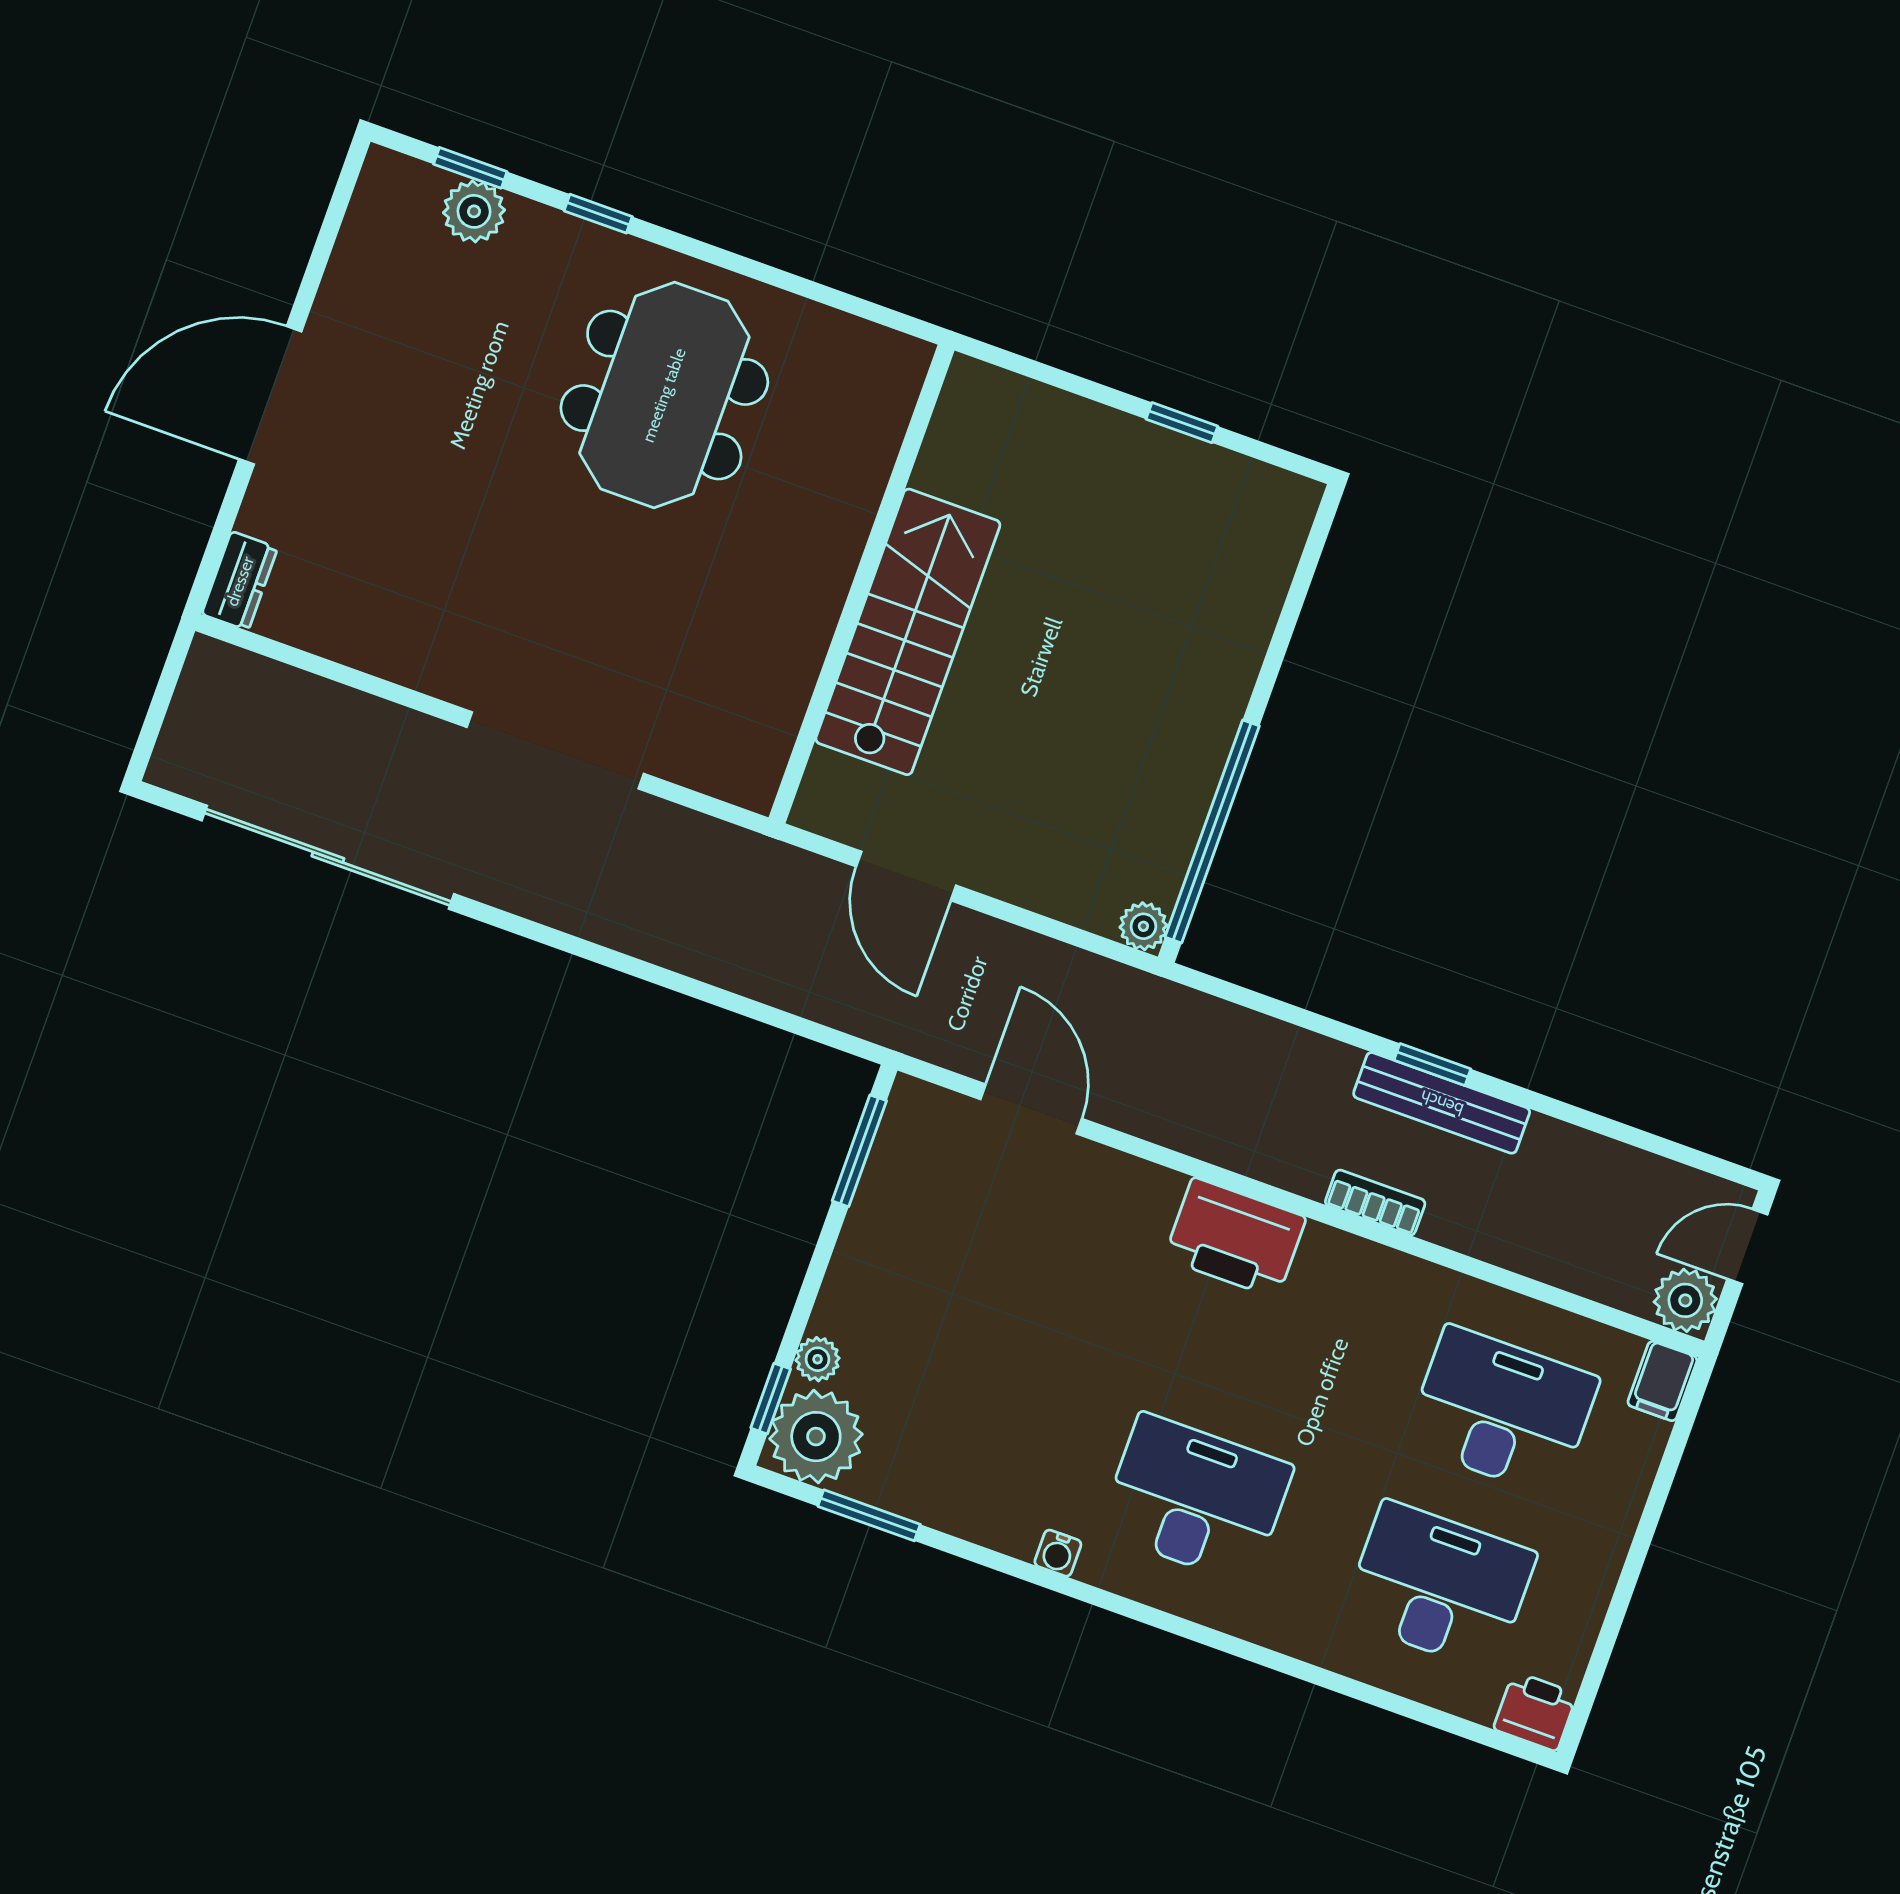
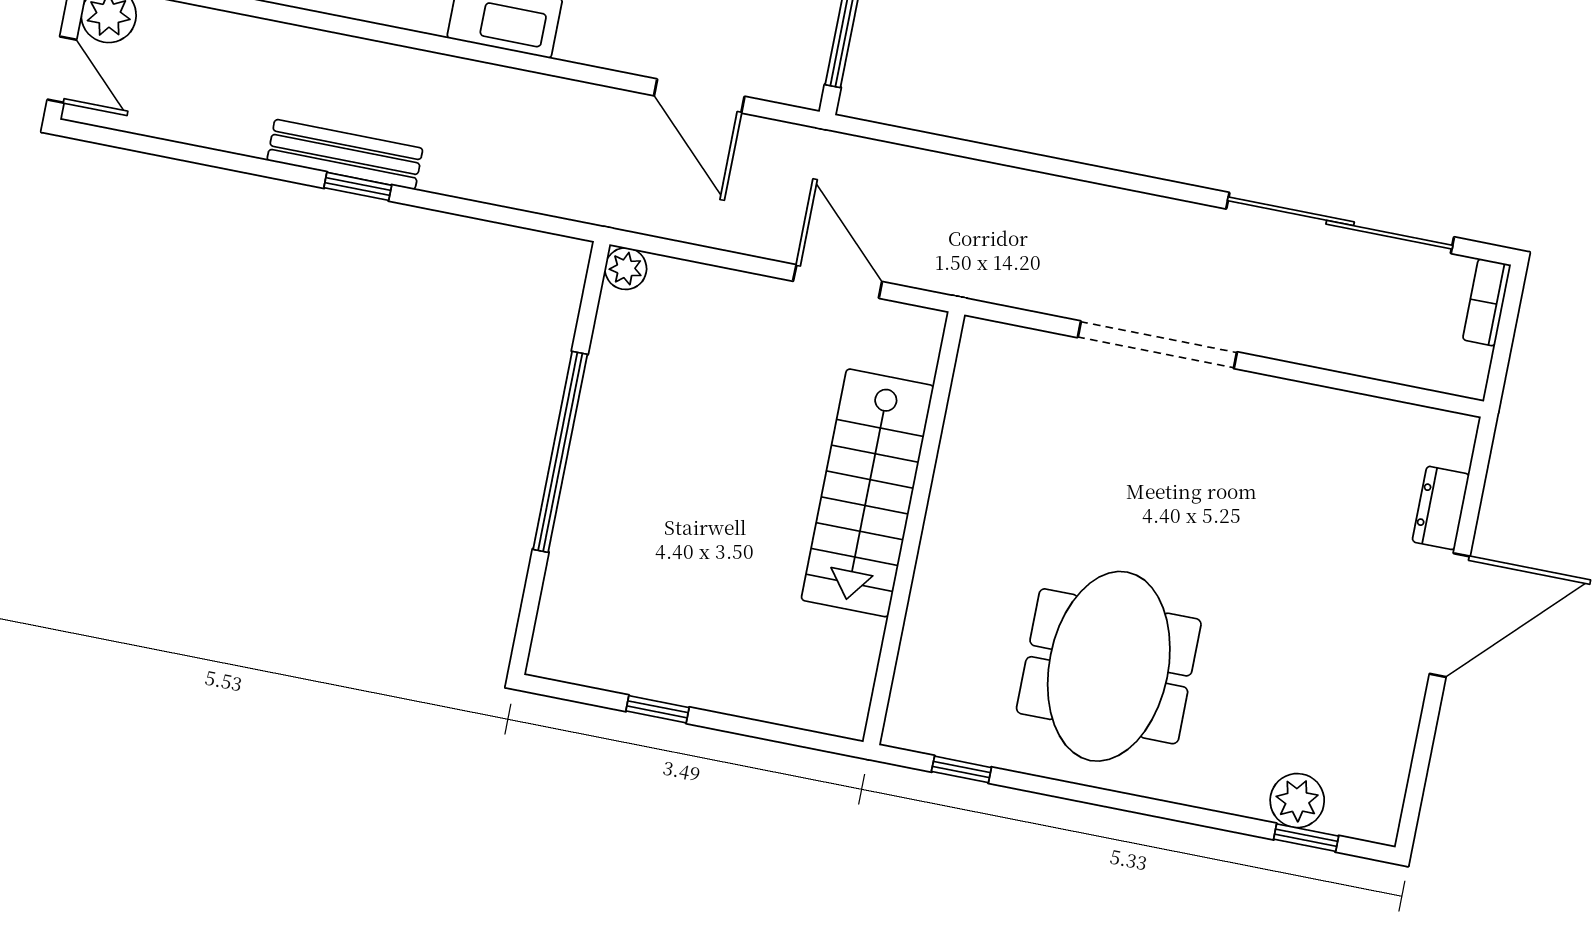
window: (598, 214) -> (961, 769), moved
dresser: (240, 581) -> (1441, 508), moved
window: (1212, 831) -> (560, 452), moved
bookcase: (1375, 1203) -> (1487, 302), moved, turned 90
door: (1747, 1247) -> (62, 70), hinge flipped

